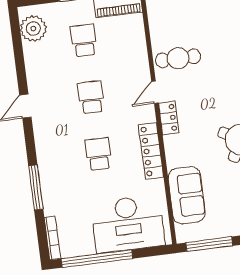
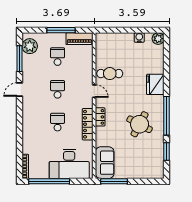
door: (155, 92) -> (94, 91), swing flipped
locker: (169, 118) -> (100, 117), moved
window: (36, 187) -> (20, 59), moved
sofa: (187, 195) -> (105, 163), moved

